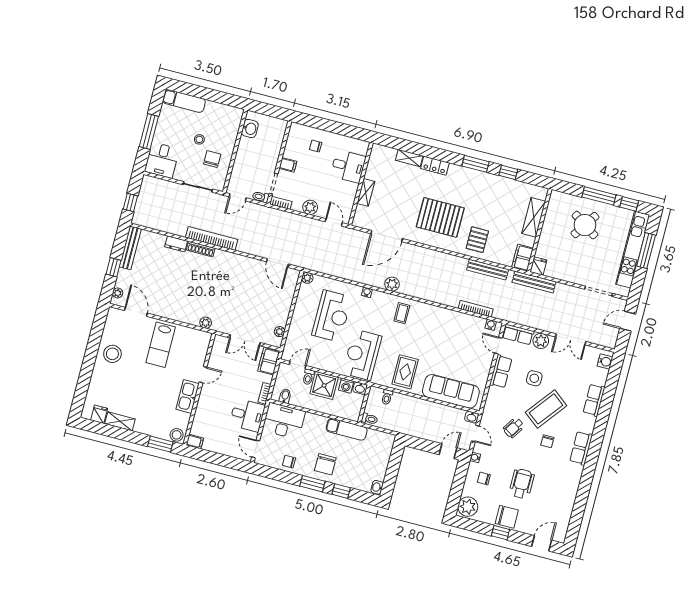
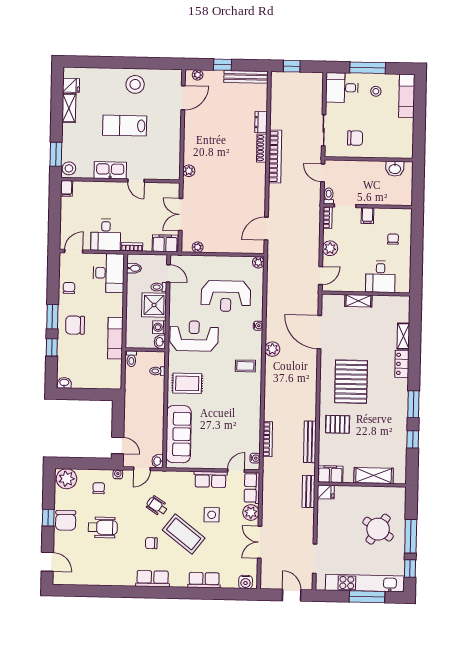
stool: (199, 139) -> (376, 91), moved
bench: (534, 282) -> (309, 491), width x0.73
lab bench: (161, 345) -> (125, 126), moved

